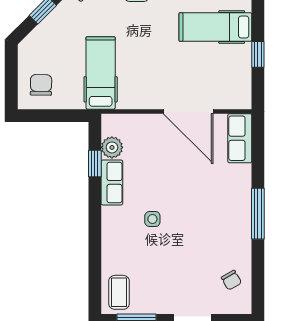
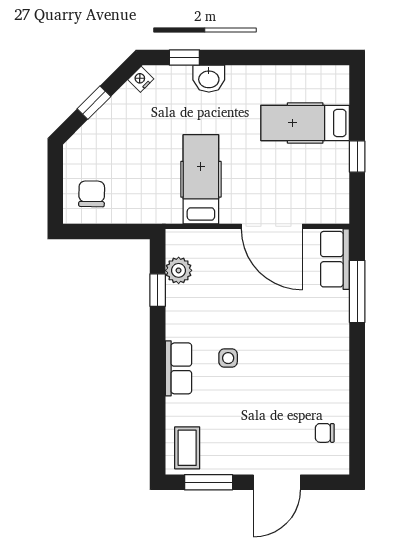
hospital bed: (101, 73) -> (201, 179), moved
row of seats: (112, 182) -> (178, 368), moved
window: (258, 214) -> (357, 291), moved
chair: (231, 280) -> (325, 433), turned 120

